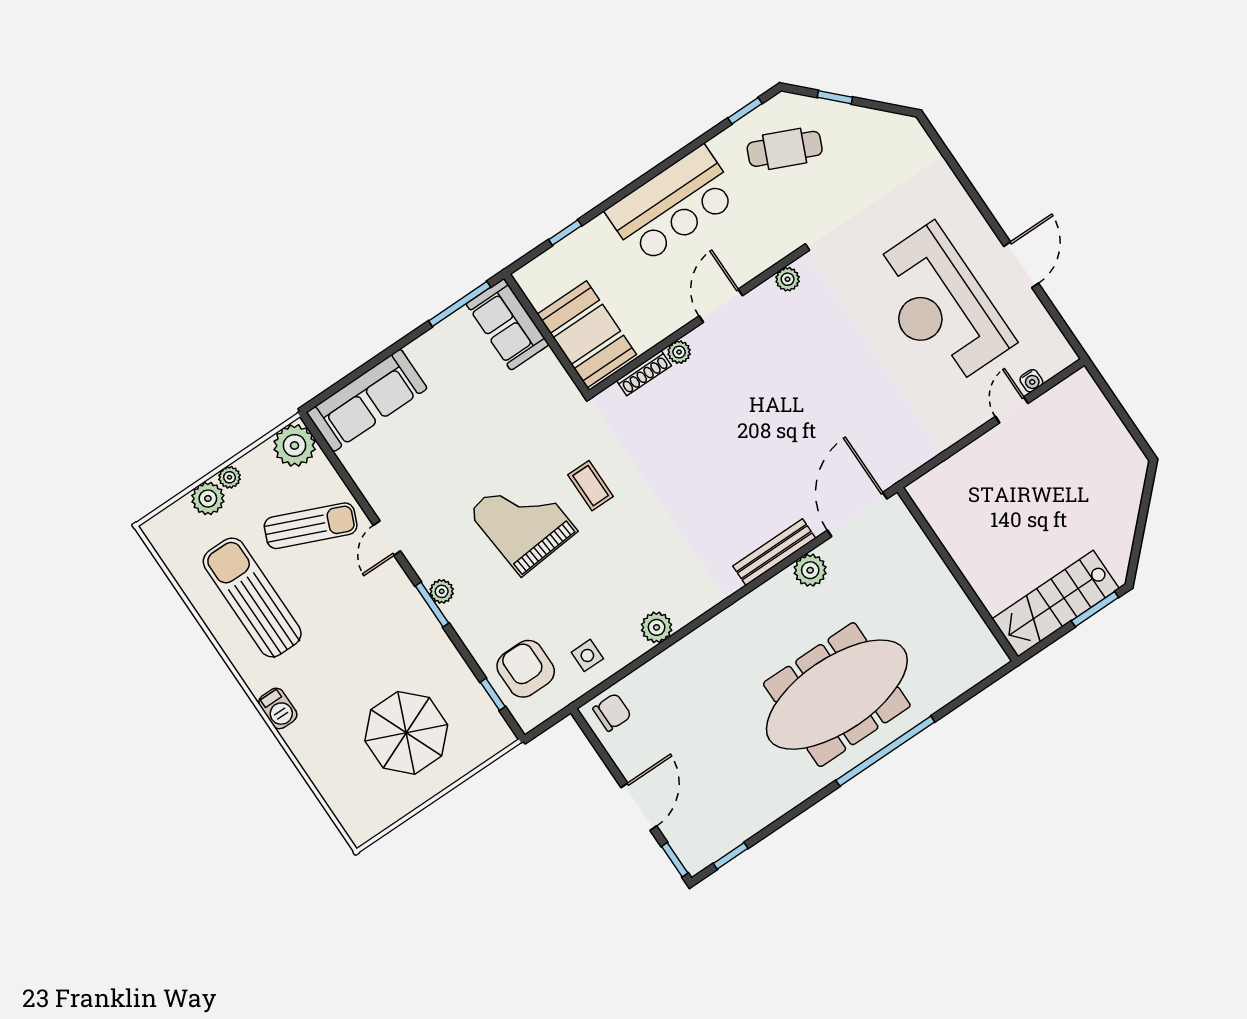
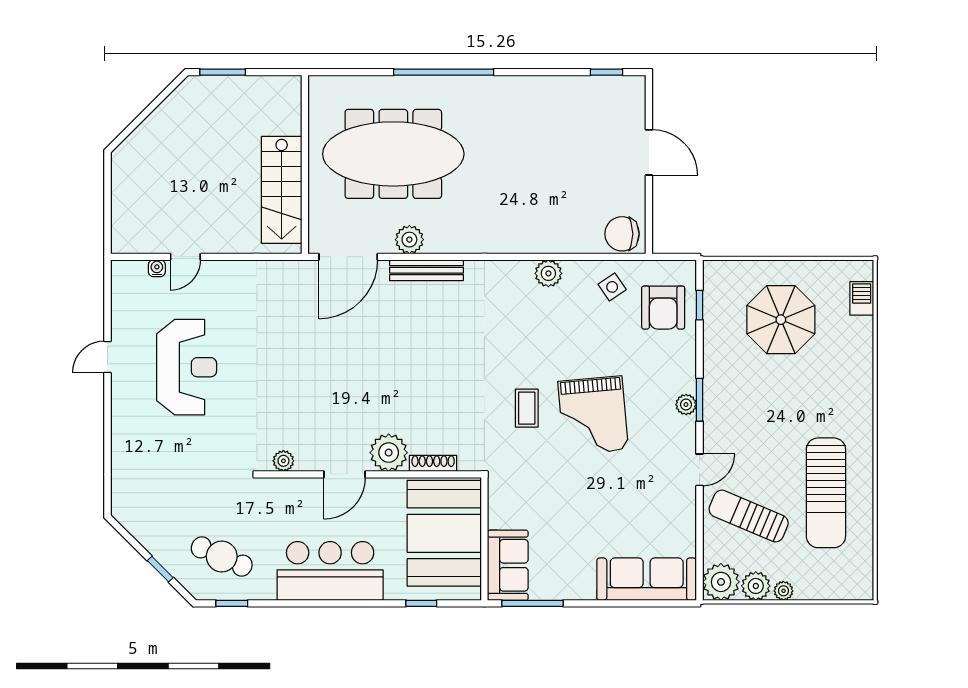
door: (1021, 265) -> (107, 357), width x0.73
reception desk: (940, 306) -> (187, 367), width x0.74, depth x0.77
booth: (587, 334) -> (444, 533), width x1.36, depth x1.42
plant: (679, 352) -> (389, 453), width x1.88, depth x1.88
plant: (208, 499) -> (756, 586), moved
stairs: (1056, 604) -> (282, 190), moved, turned 90
side table: (587, 655) -> (612, 287), turned -34
meeting table: (837, 695) -> (393, 154), moved
barbecue: (278, 708) -> (862, 298), moved
chair: (612, 712) -> (622, 234), width x1.37, depth x1.37
door: (639, 807) -> (649, 152), swing flipped
window: (675, 860) -> (649, 97), removed

